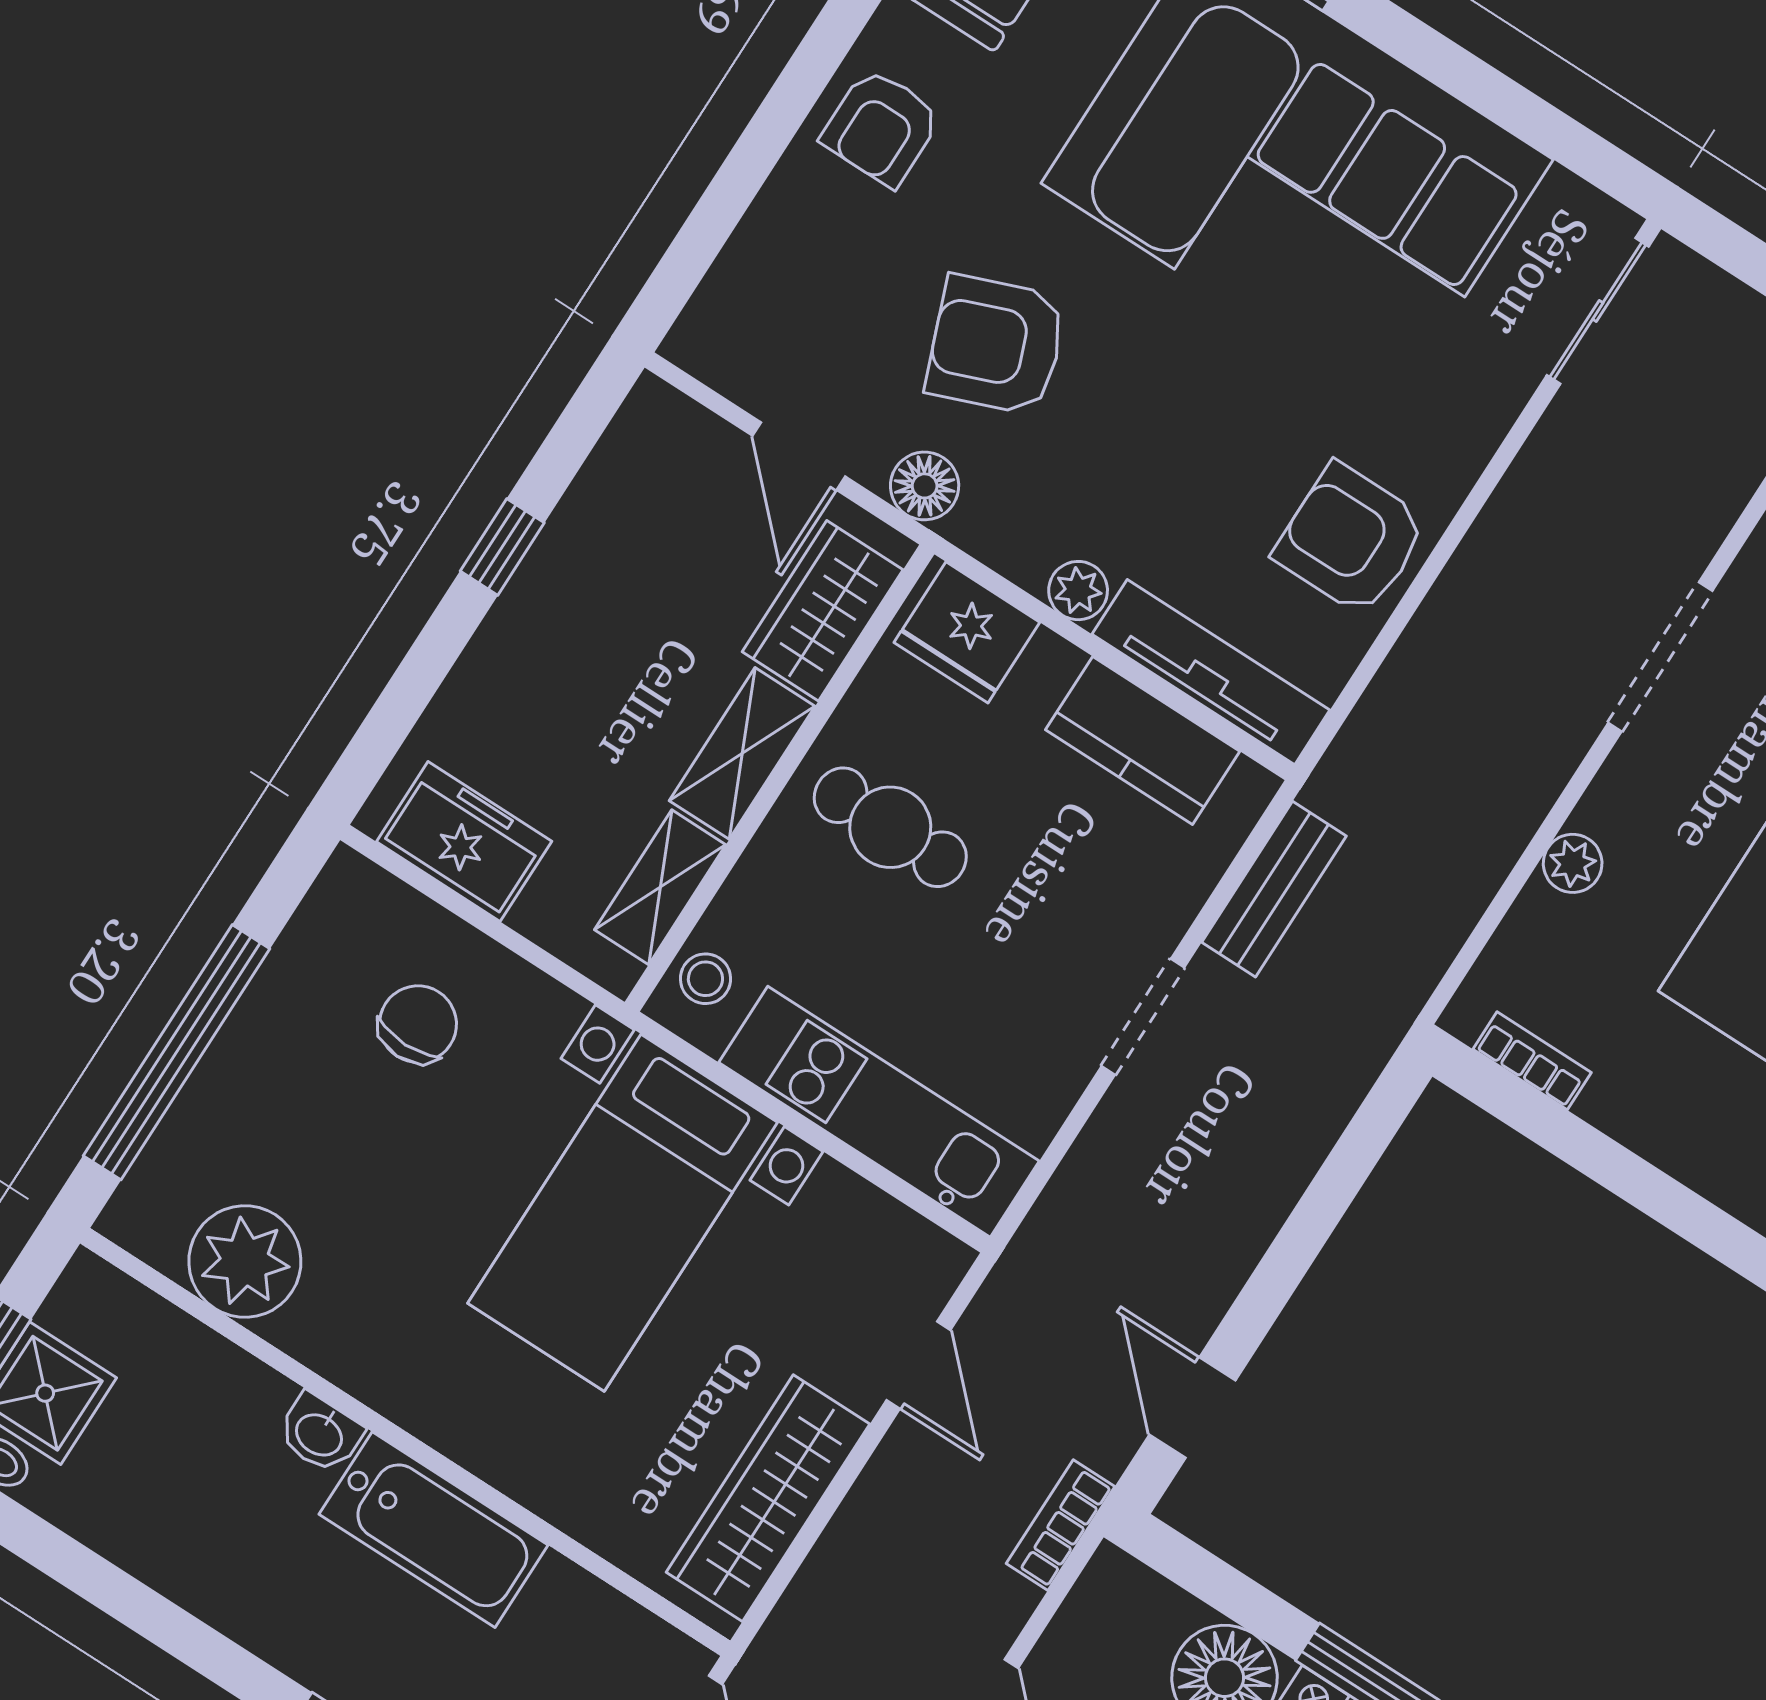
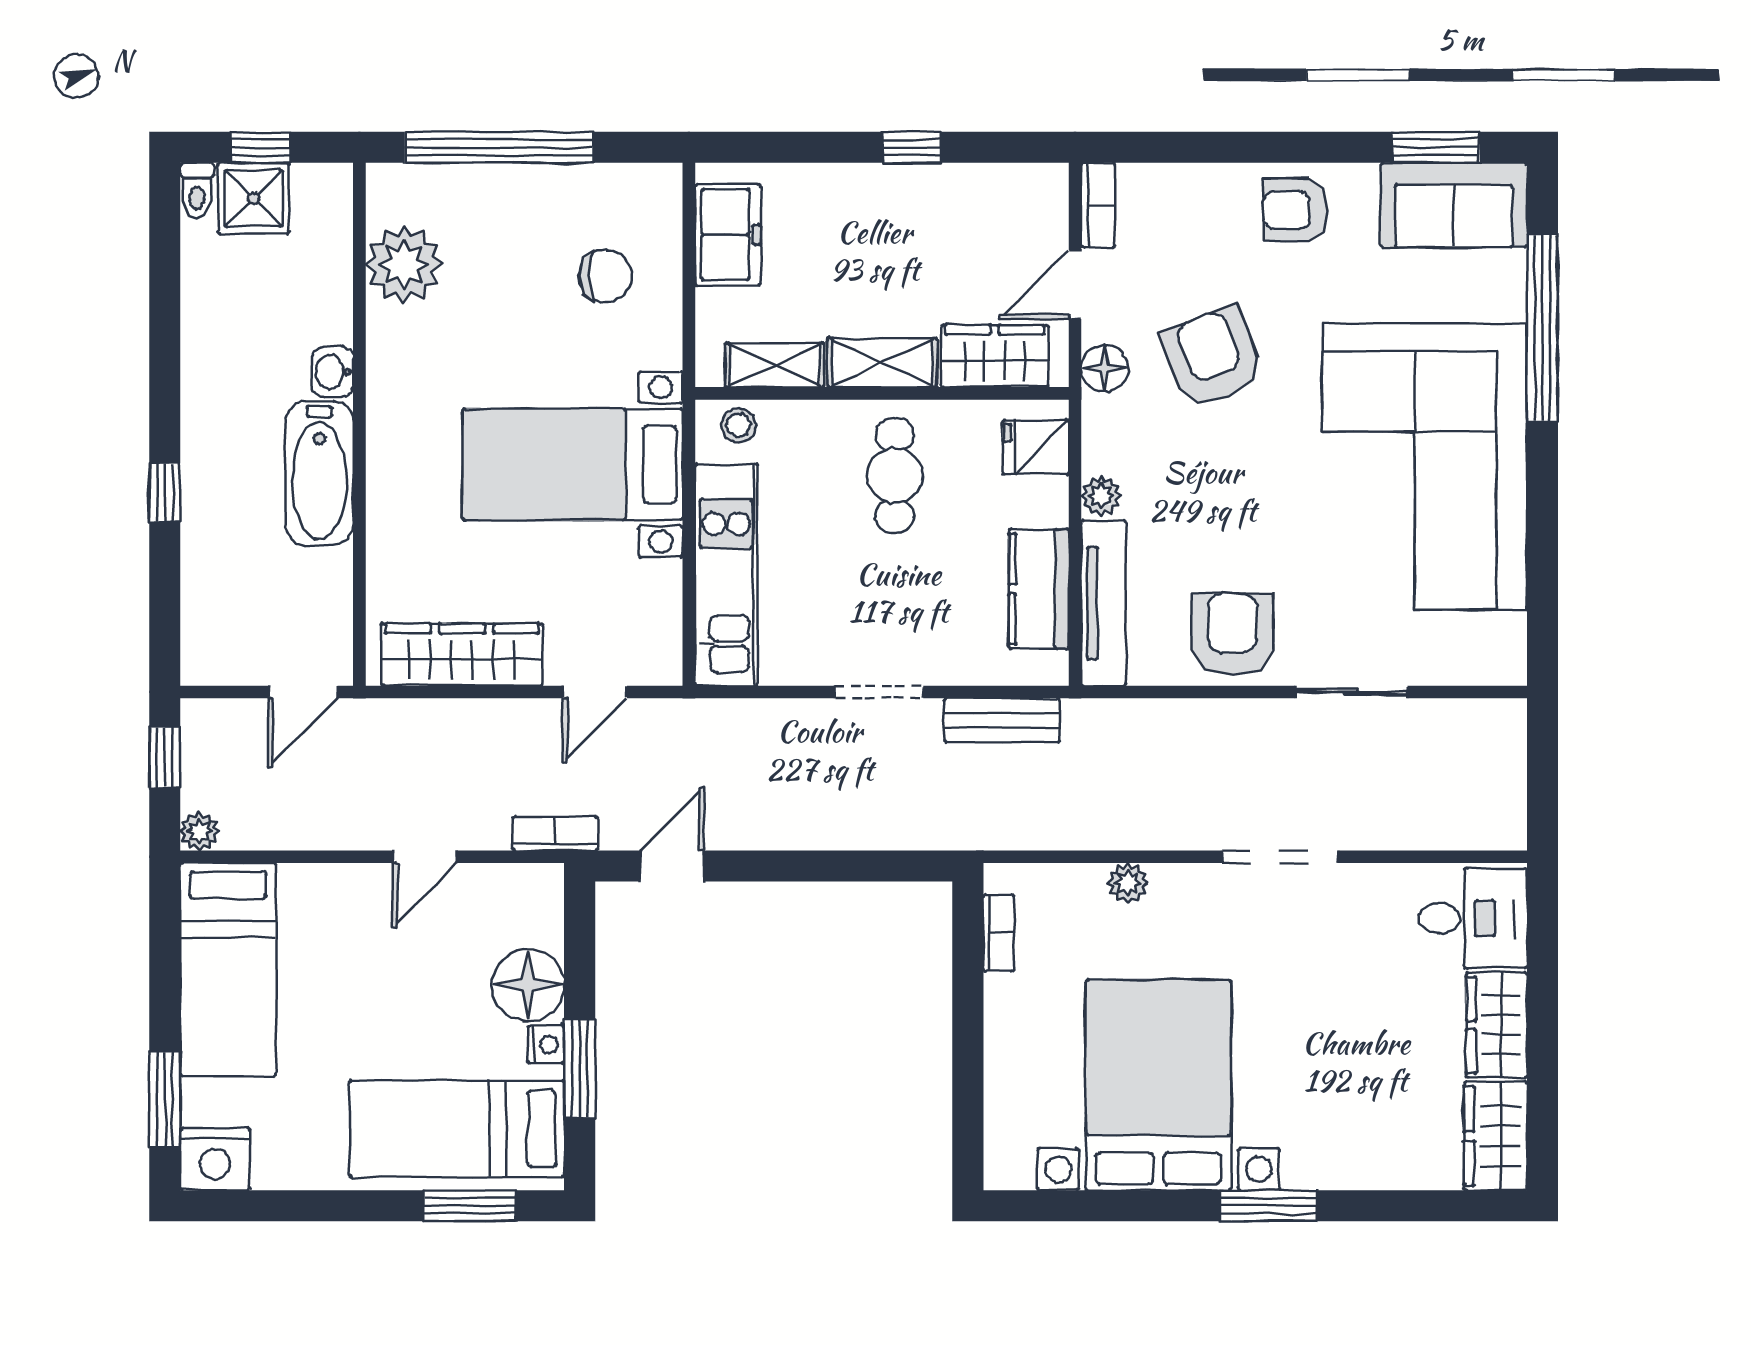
sliding door: (1598, 311) -> (1351, 692), moved
bookcase: (720, 365) -> (1098, 205), added
fridge: (967, 632) -> (1036, 447), width x0.72

